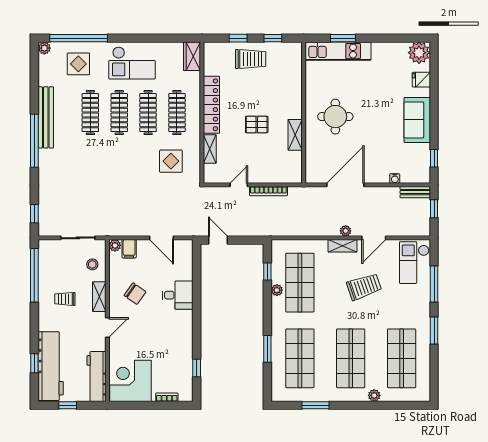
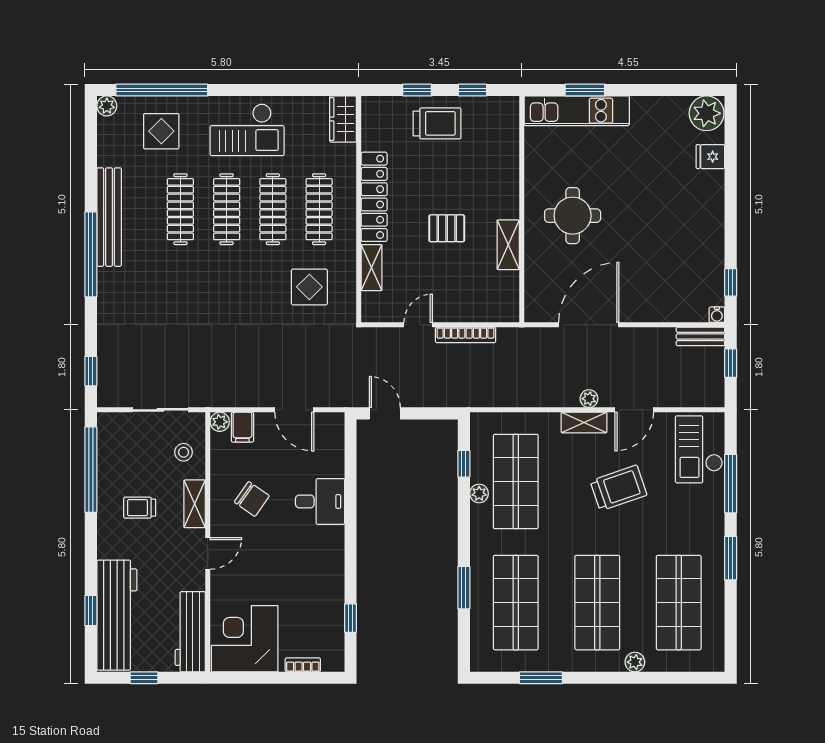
sofa: (417, 120) -> (704, 221), removed
water cooler: (395, 178) -> (717, 315), moved

